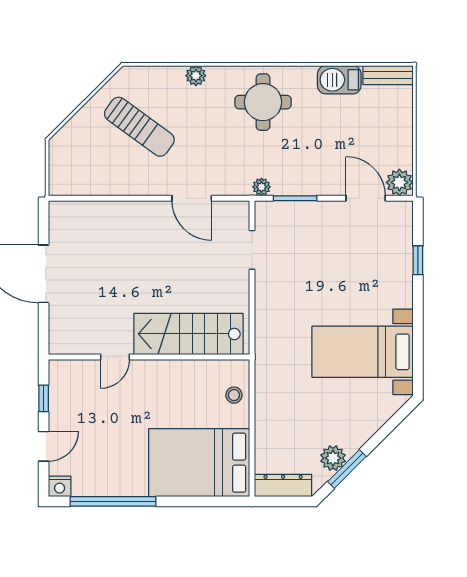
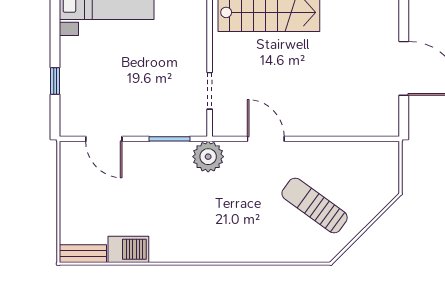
plant: (196, 76) -> (262, 253), removed
round table: (263, 102) -> (199, 228), removed
plant: (399, 182) -> (72, 154), removed
plant: (261, 187) -> (208, 157), width x1.88, depth x1.88

